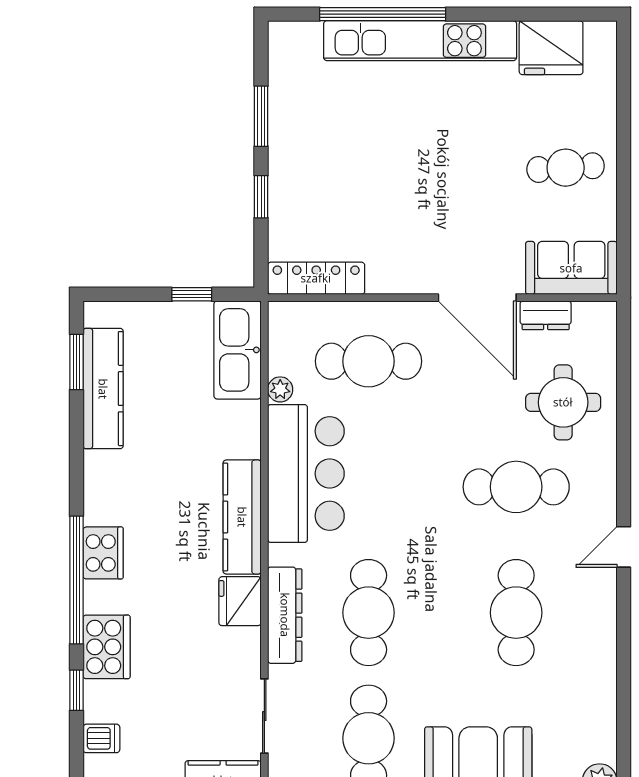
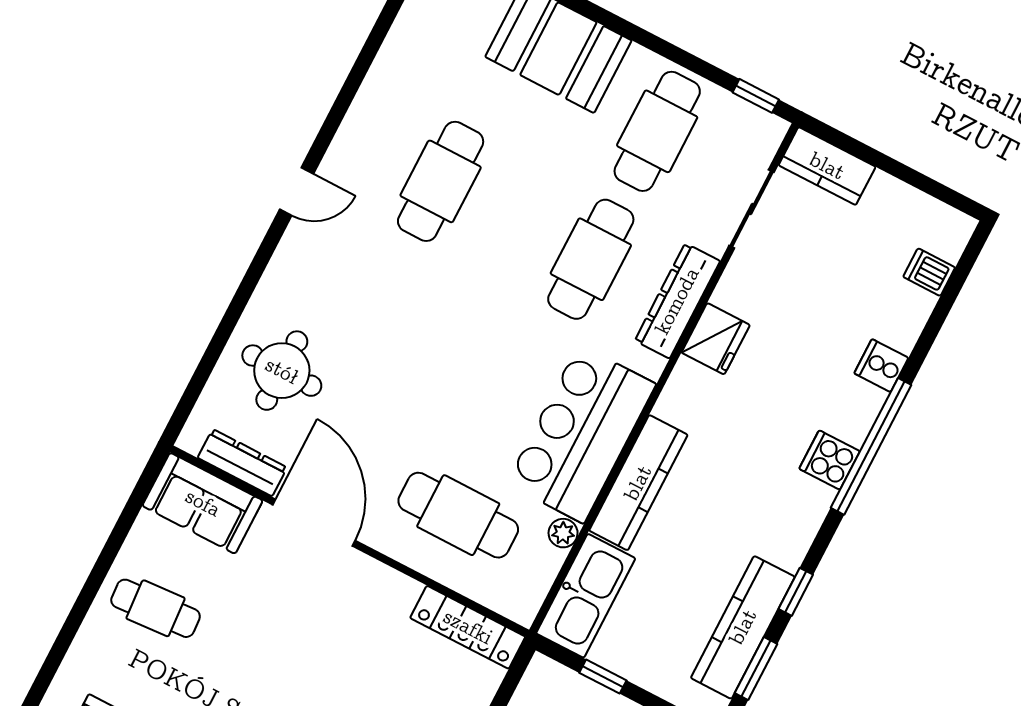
dresser: (546, 315) -> (242, 463), width x1.44
cafe table: (516, 487) -> (374, 309), removed
kitchen counter: (242, 517) -> (638, 483), moved
cooker: (103, 553) -> (830, 460), width x0.73
cooker: (107, 647) -> (881, 366), width x0.53, depth x0.76
window: (76, 690) -> (796, 592), moved

